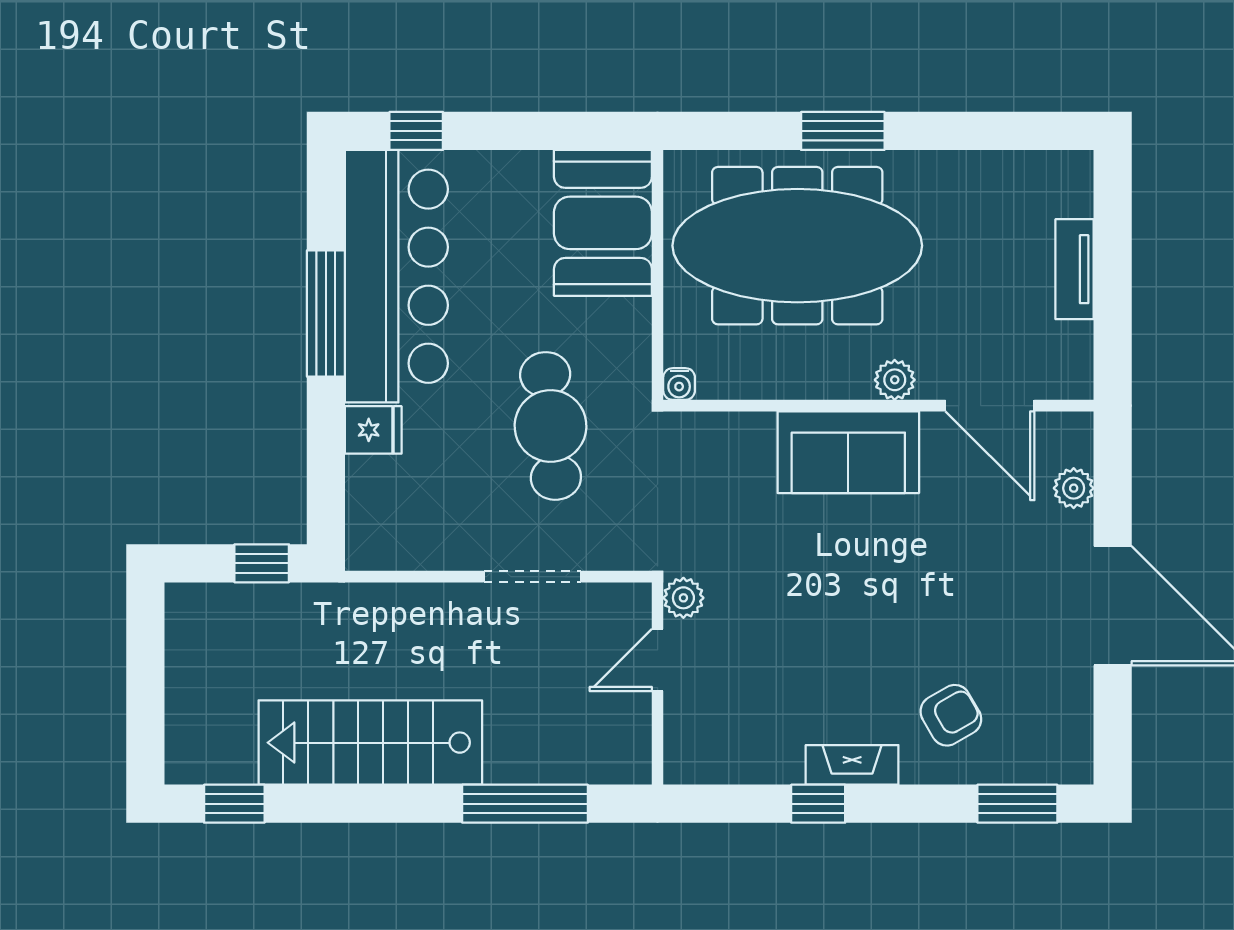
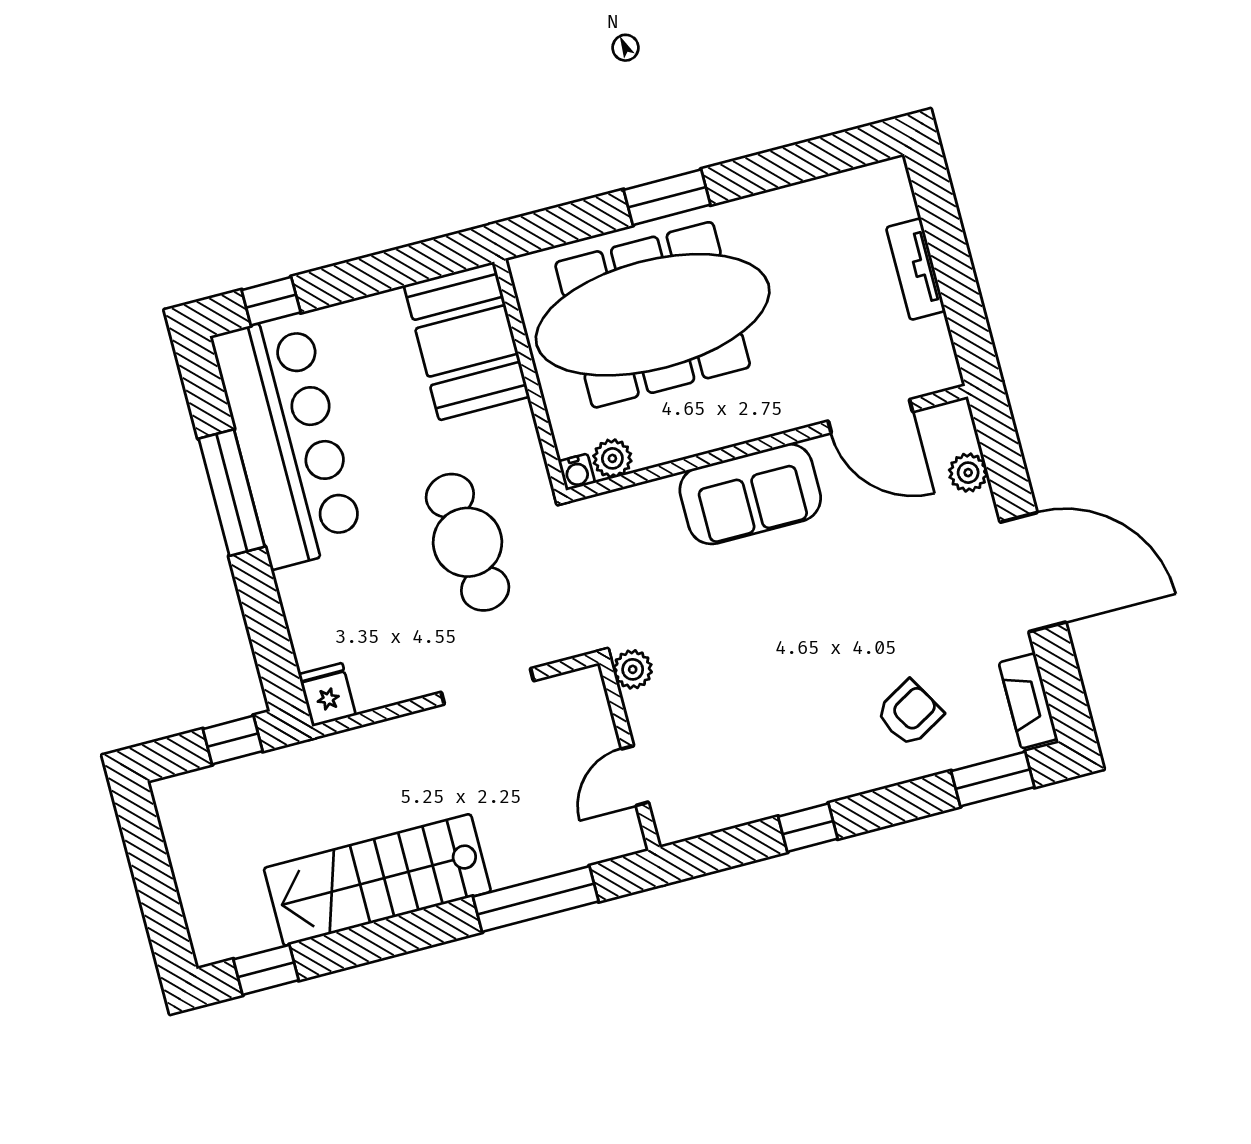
plant: (895, 380) -> (612, 458), moved
fridge: (373, 430) -> (327, 695), moved, turned -90
door: (658, 660) -> (635, 776), moved
fireplace: (852, 765) -> (1028, 701), moved, turned -90

